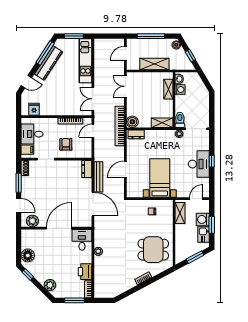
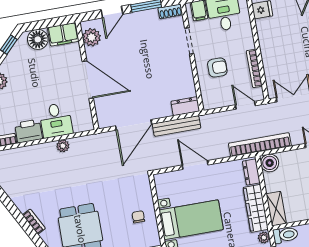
wardrobe: (160, 136) -> (256, 208), added
filing cabinet: (27, 239) -> (63, 34), added
desk: (82, 240) -> (56, 120), moved, turned 90

